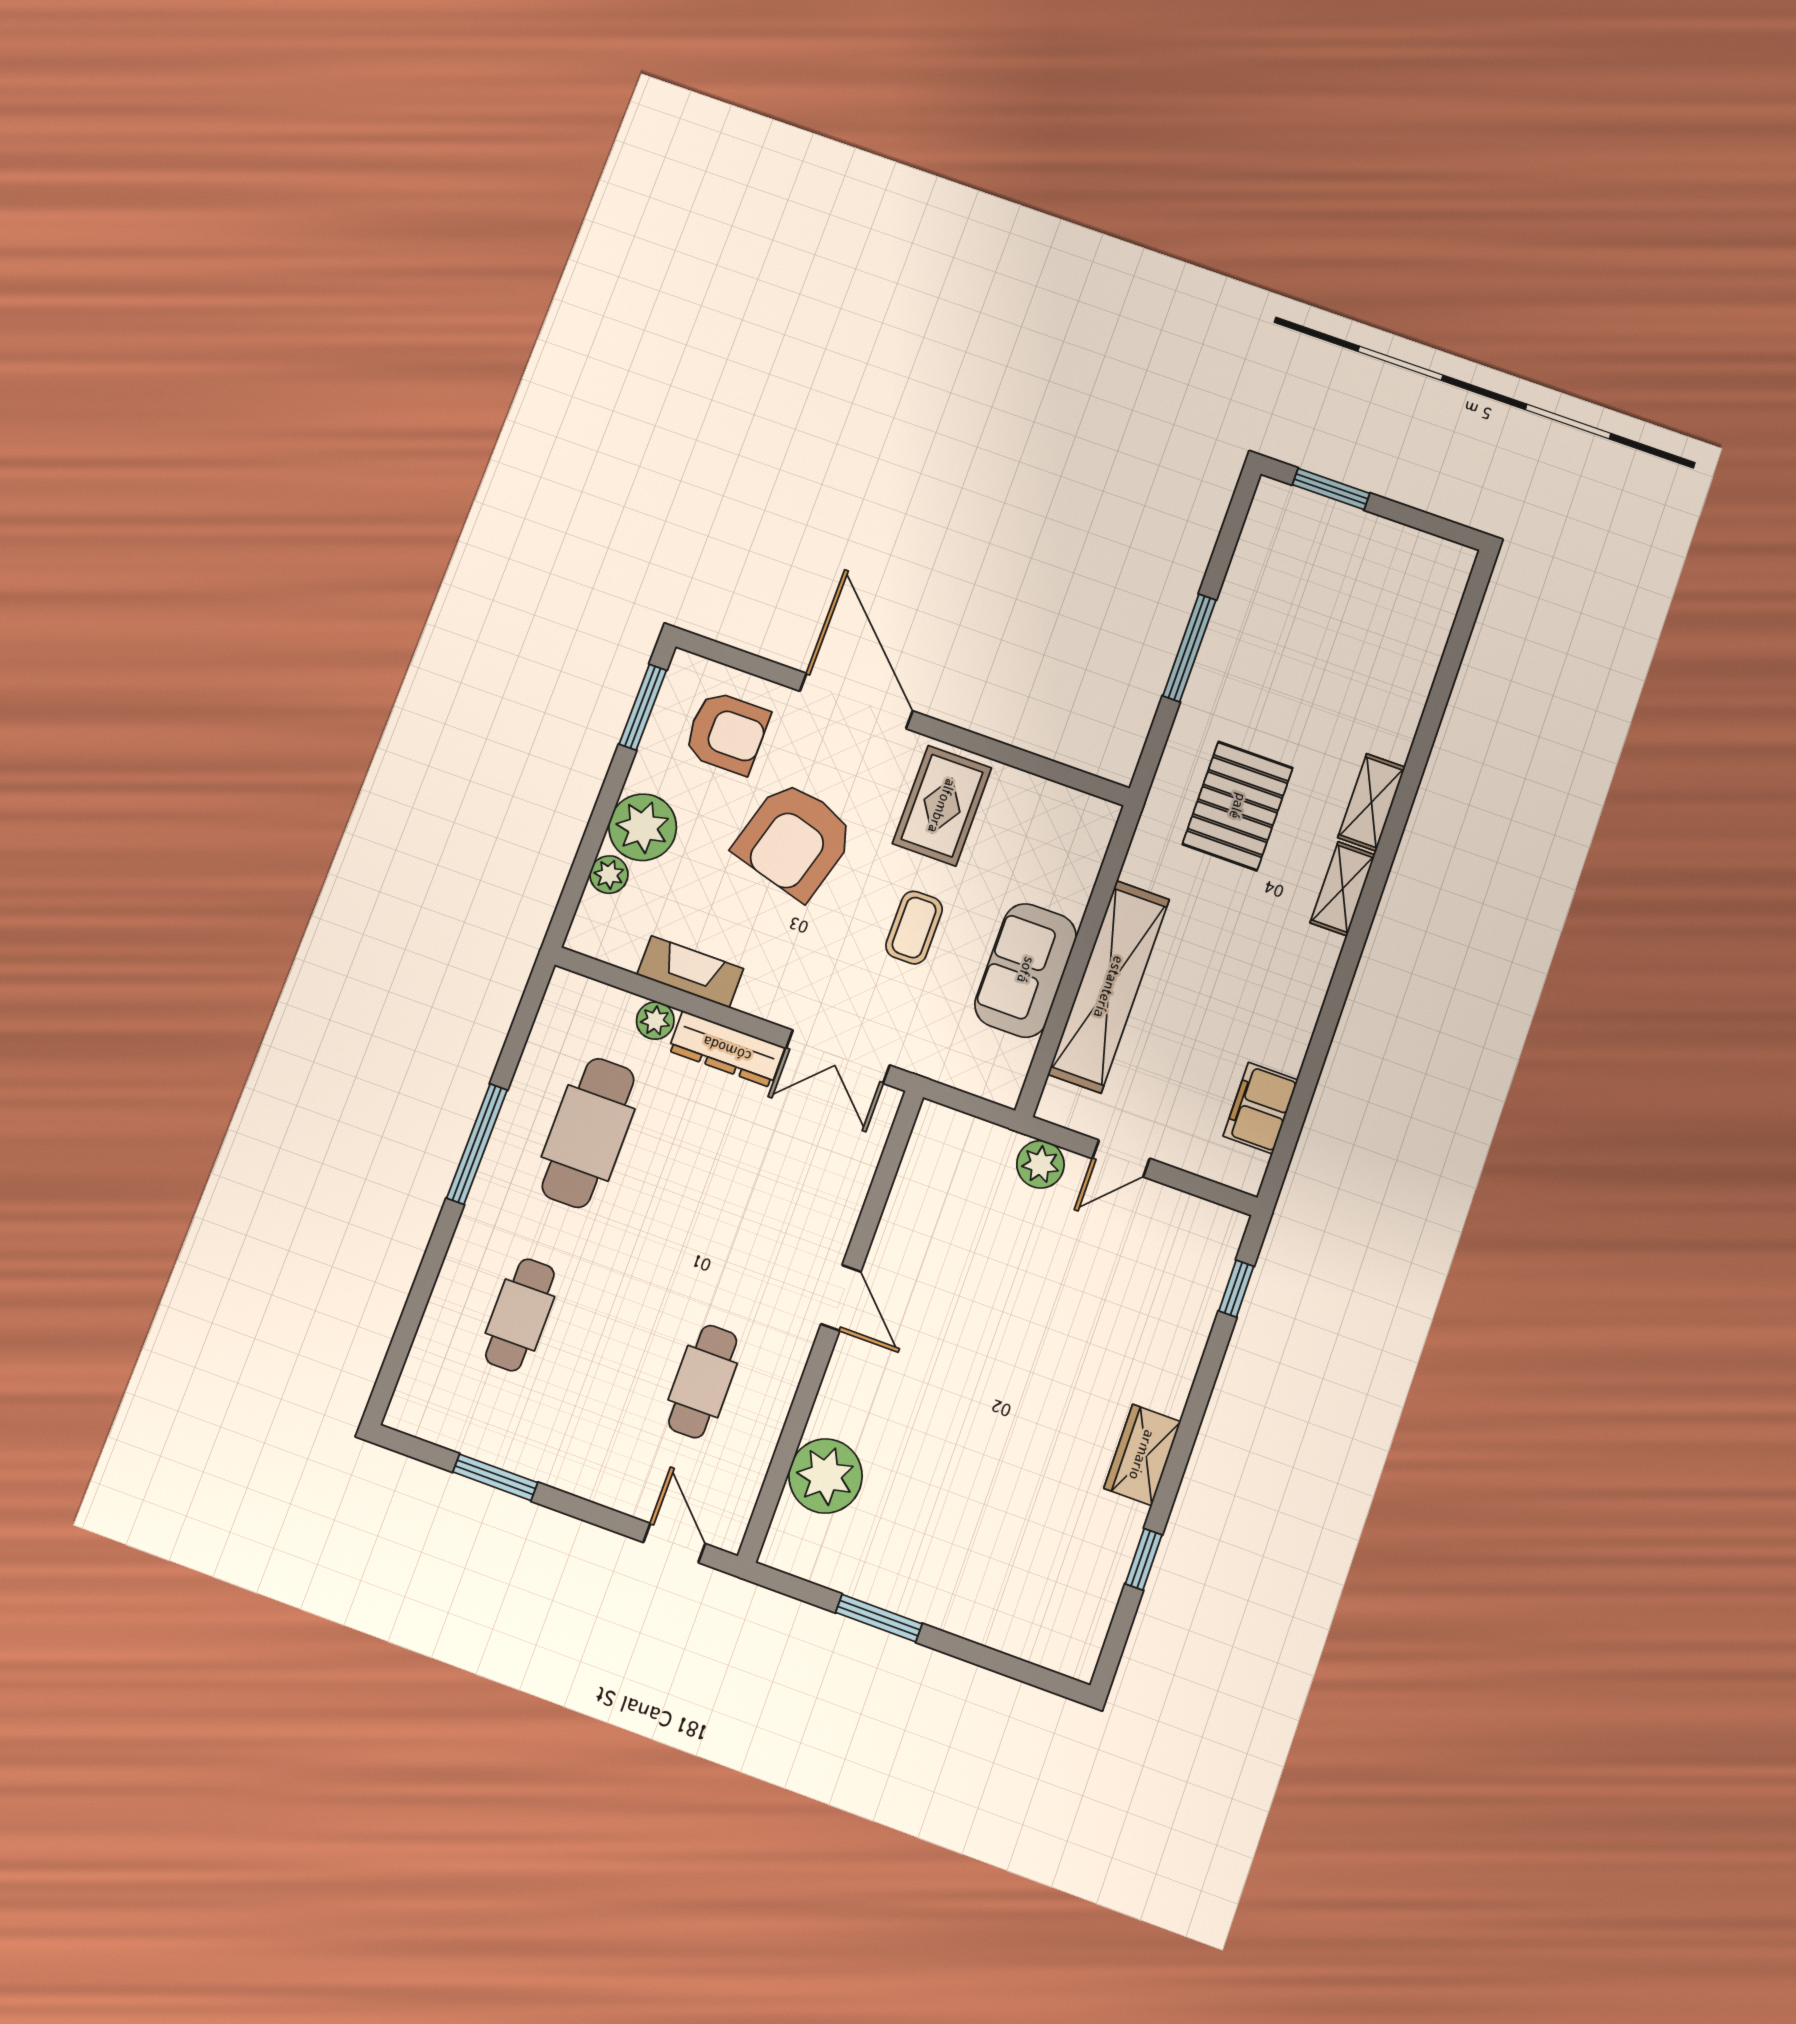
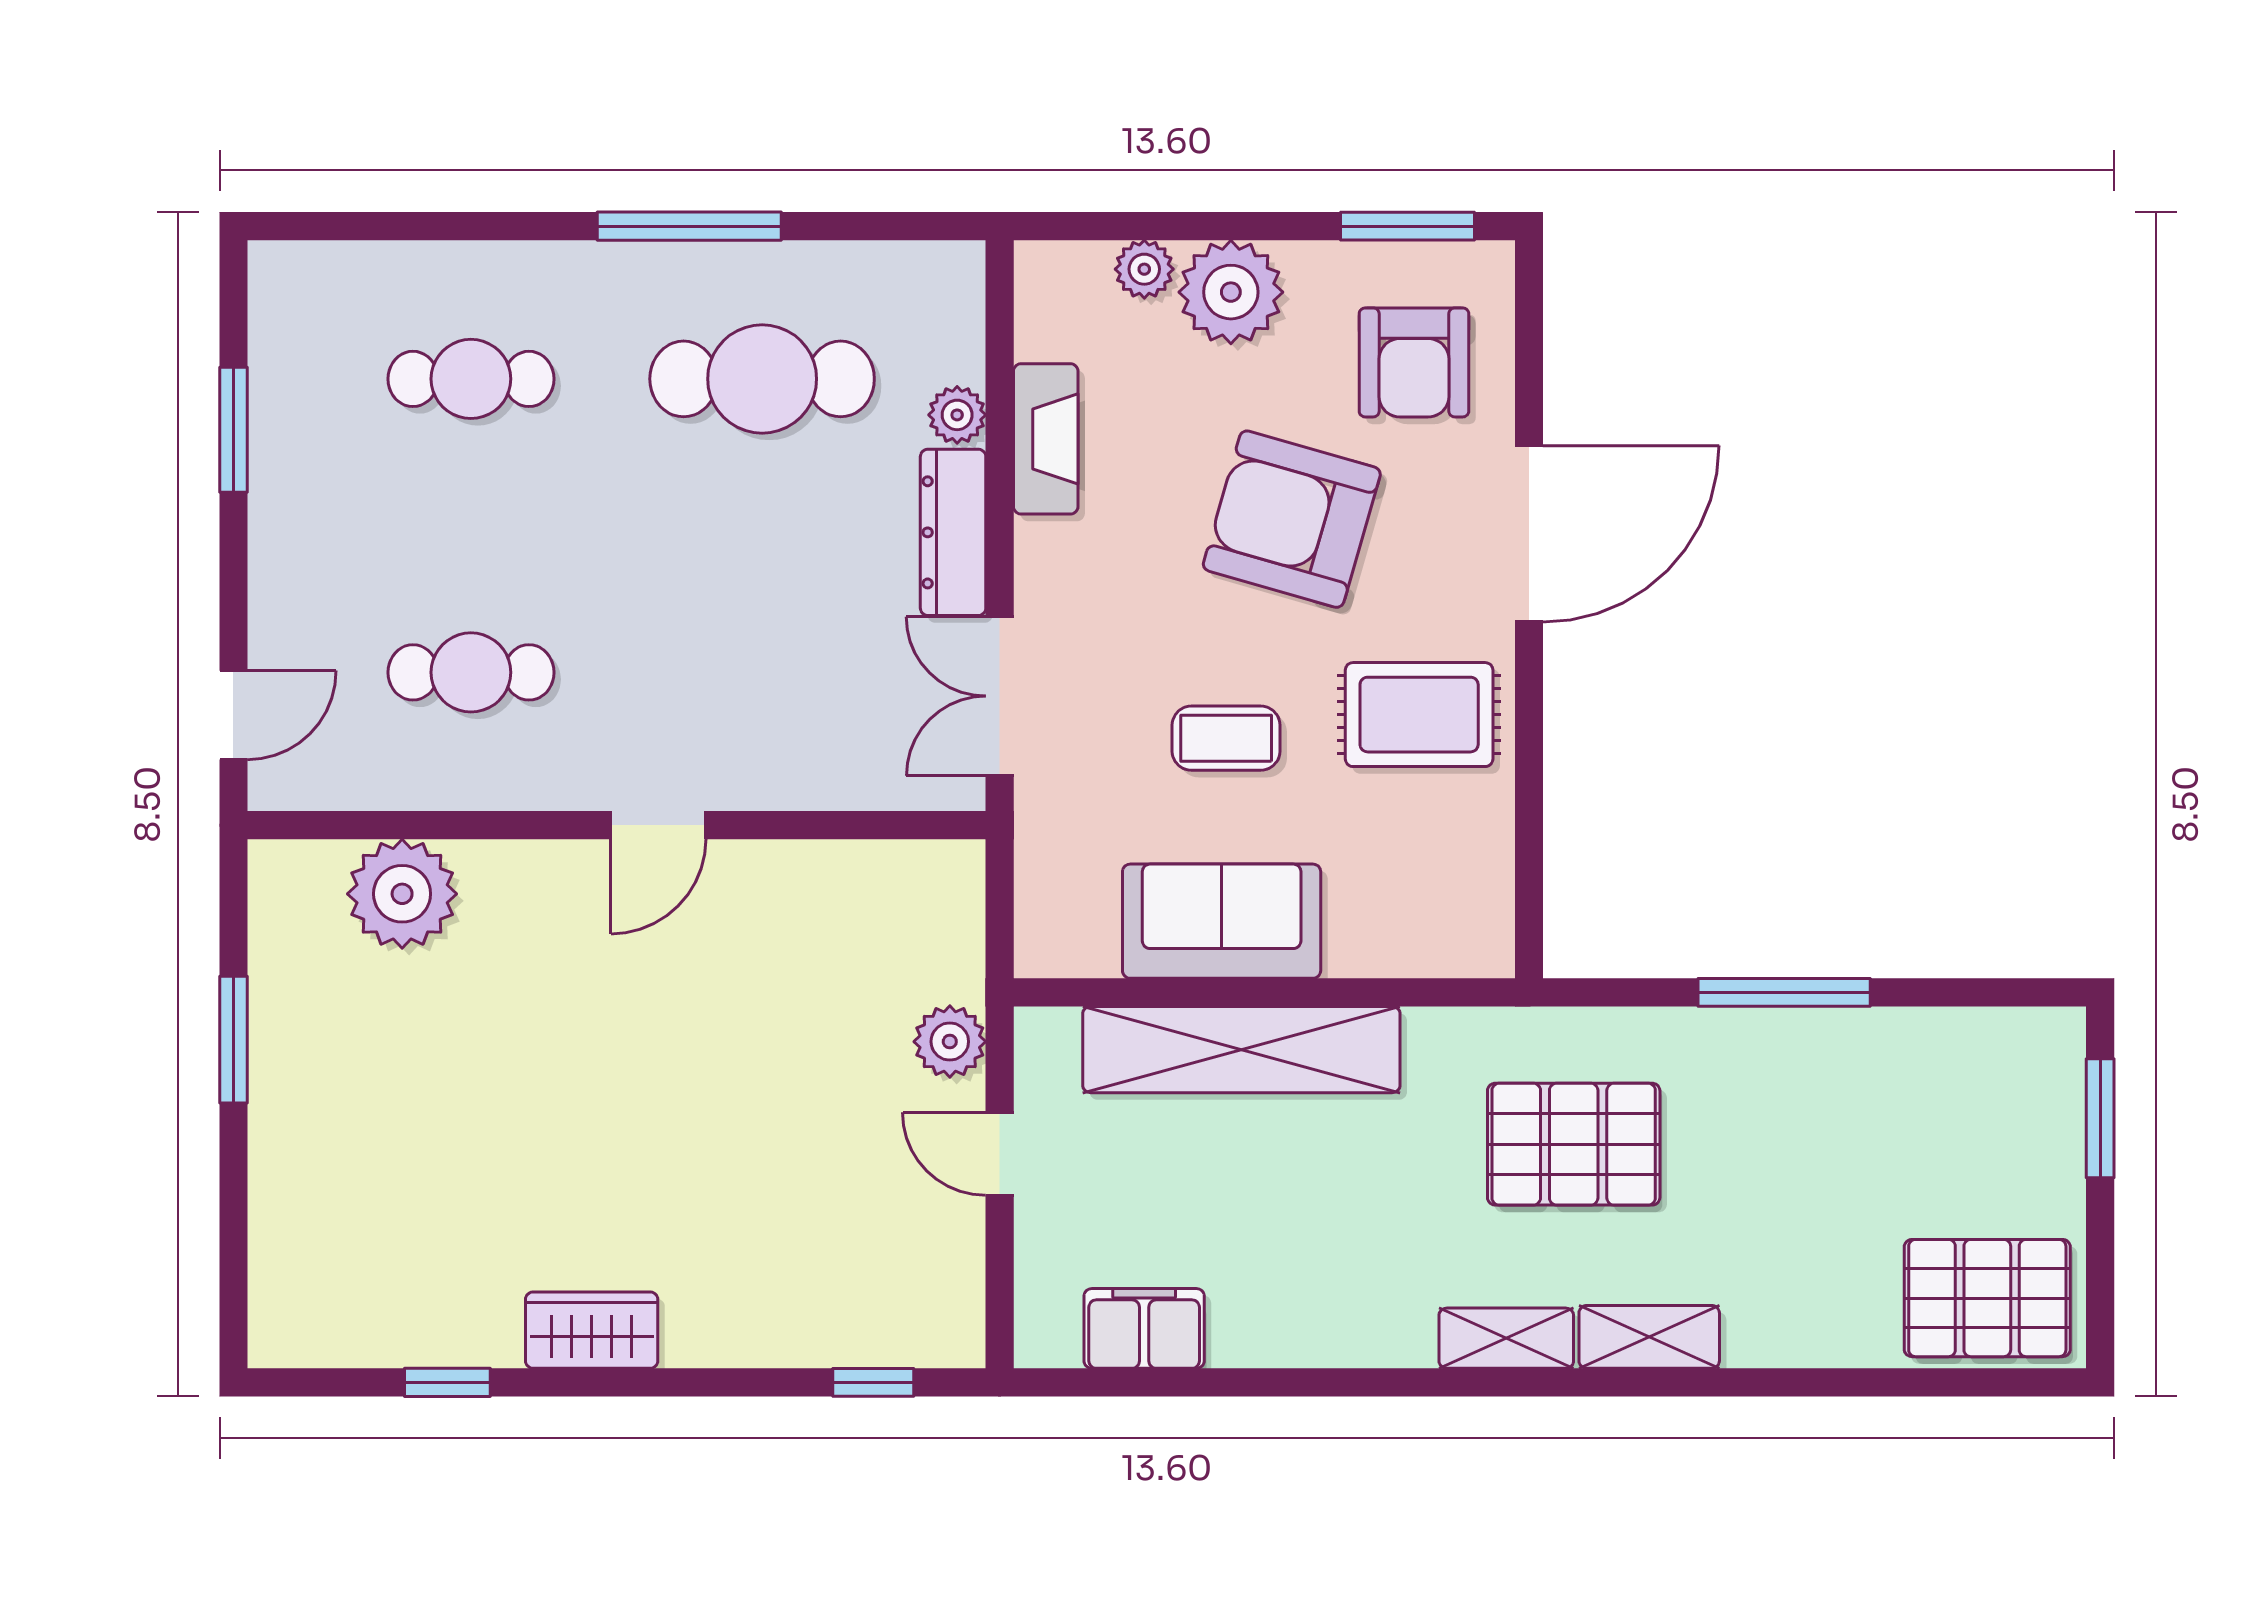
pallet: (1417, 593) -> (1987, 1298), added

